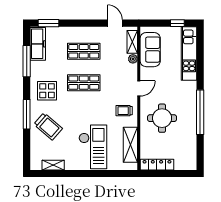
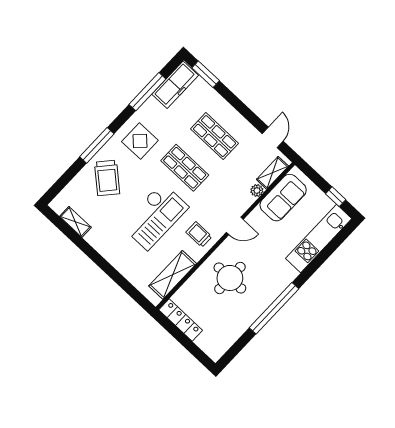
checkout: (93, 147) -> (155, 216), moved

